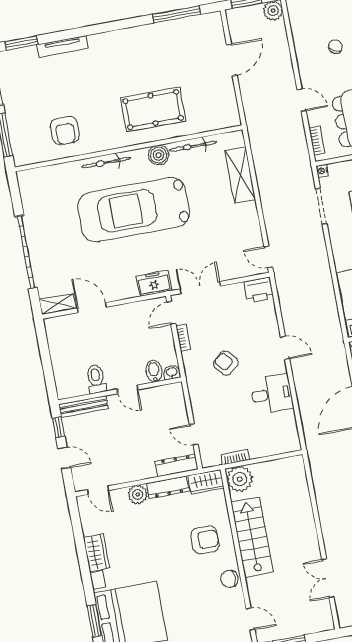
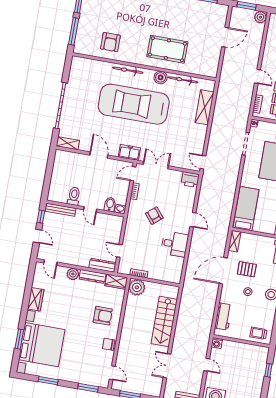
door: (92, 308) -> (99, 155), moved
stairs: (252, 537) -> (164, 321), moved, turned 180

